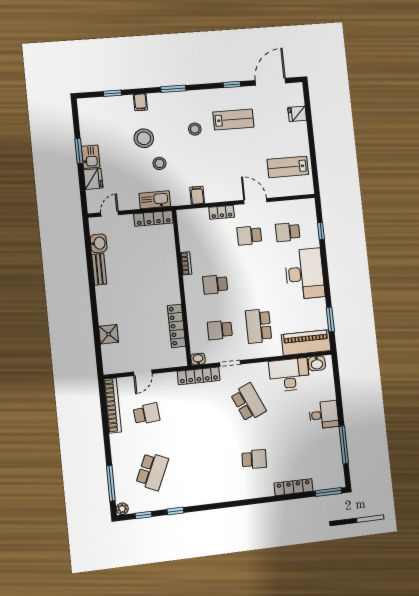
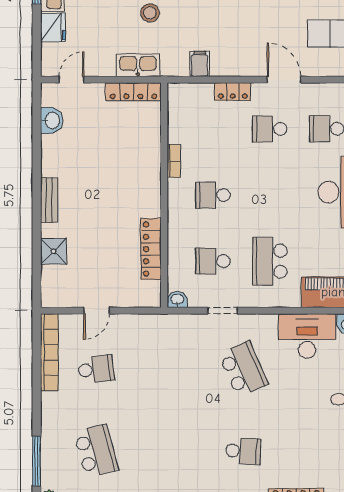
bench: (99, 269) -> (49, 200), moved
locker: (199, 376) -> (176, 324), removed
school desk: (152, 471) -> (96, 451), turned -39

